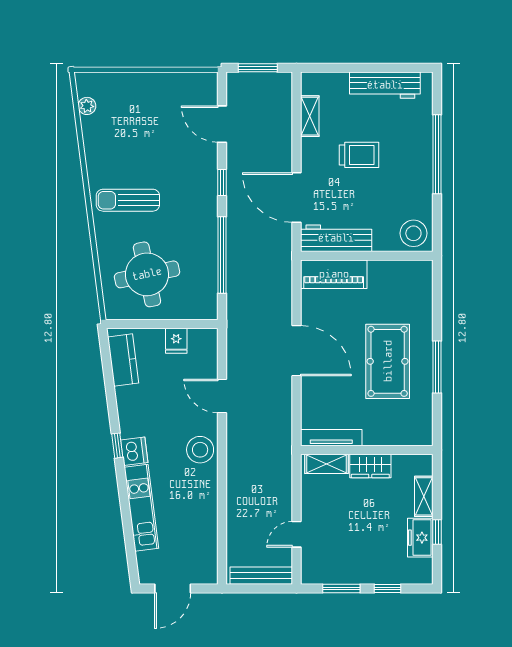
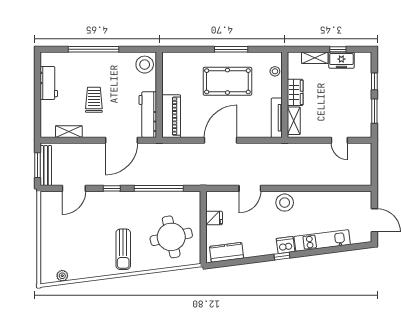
workbench: (385, 85) -> (49, 83), width x0.73
stool: (403, 435) -> (275, 71), added
bench: (261, 576) -> (46, 166), moved

